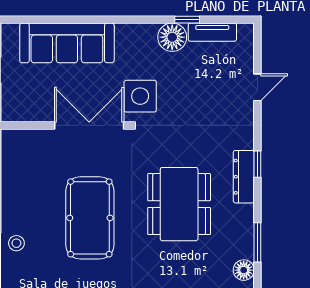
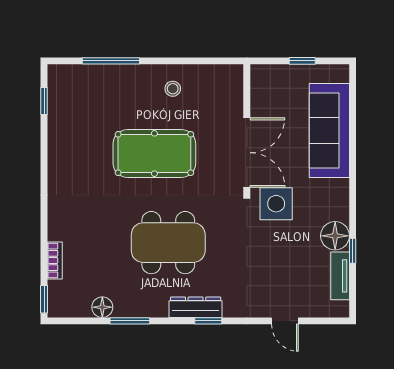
stool: (16, 243) -> (173, 89), moved

